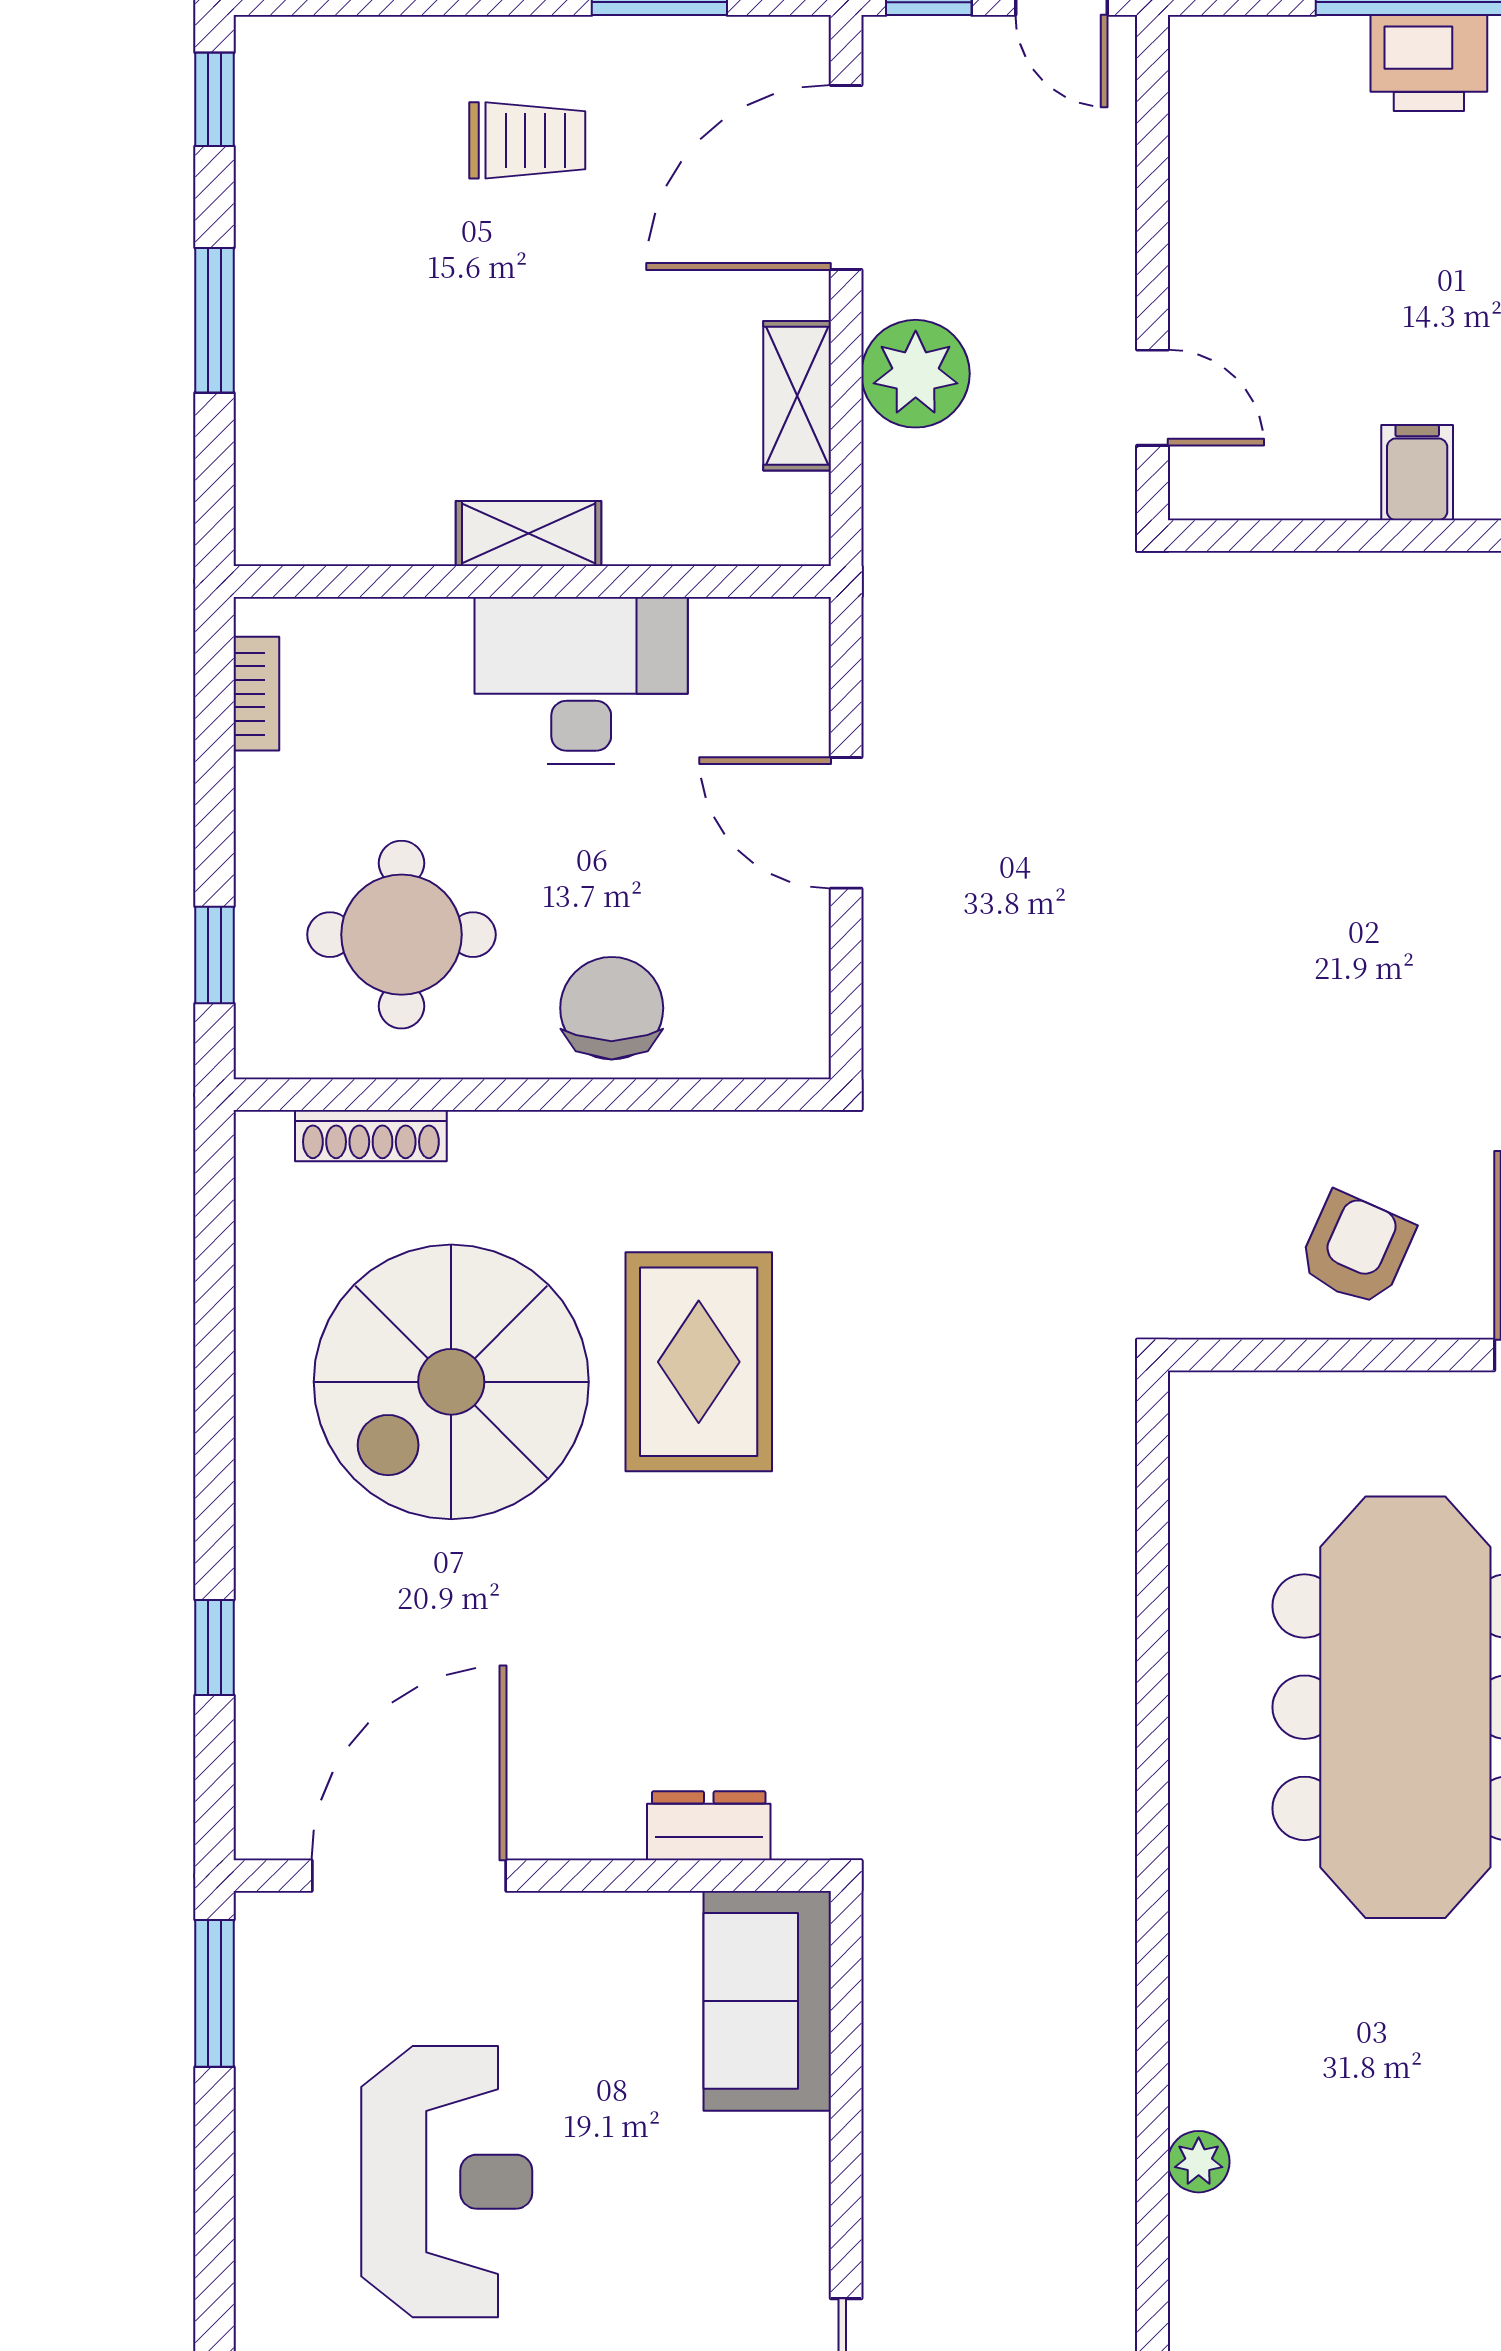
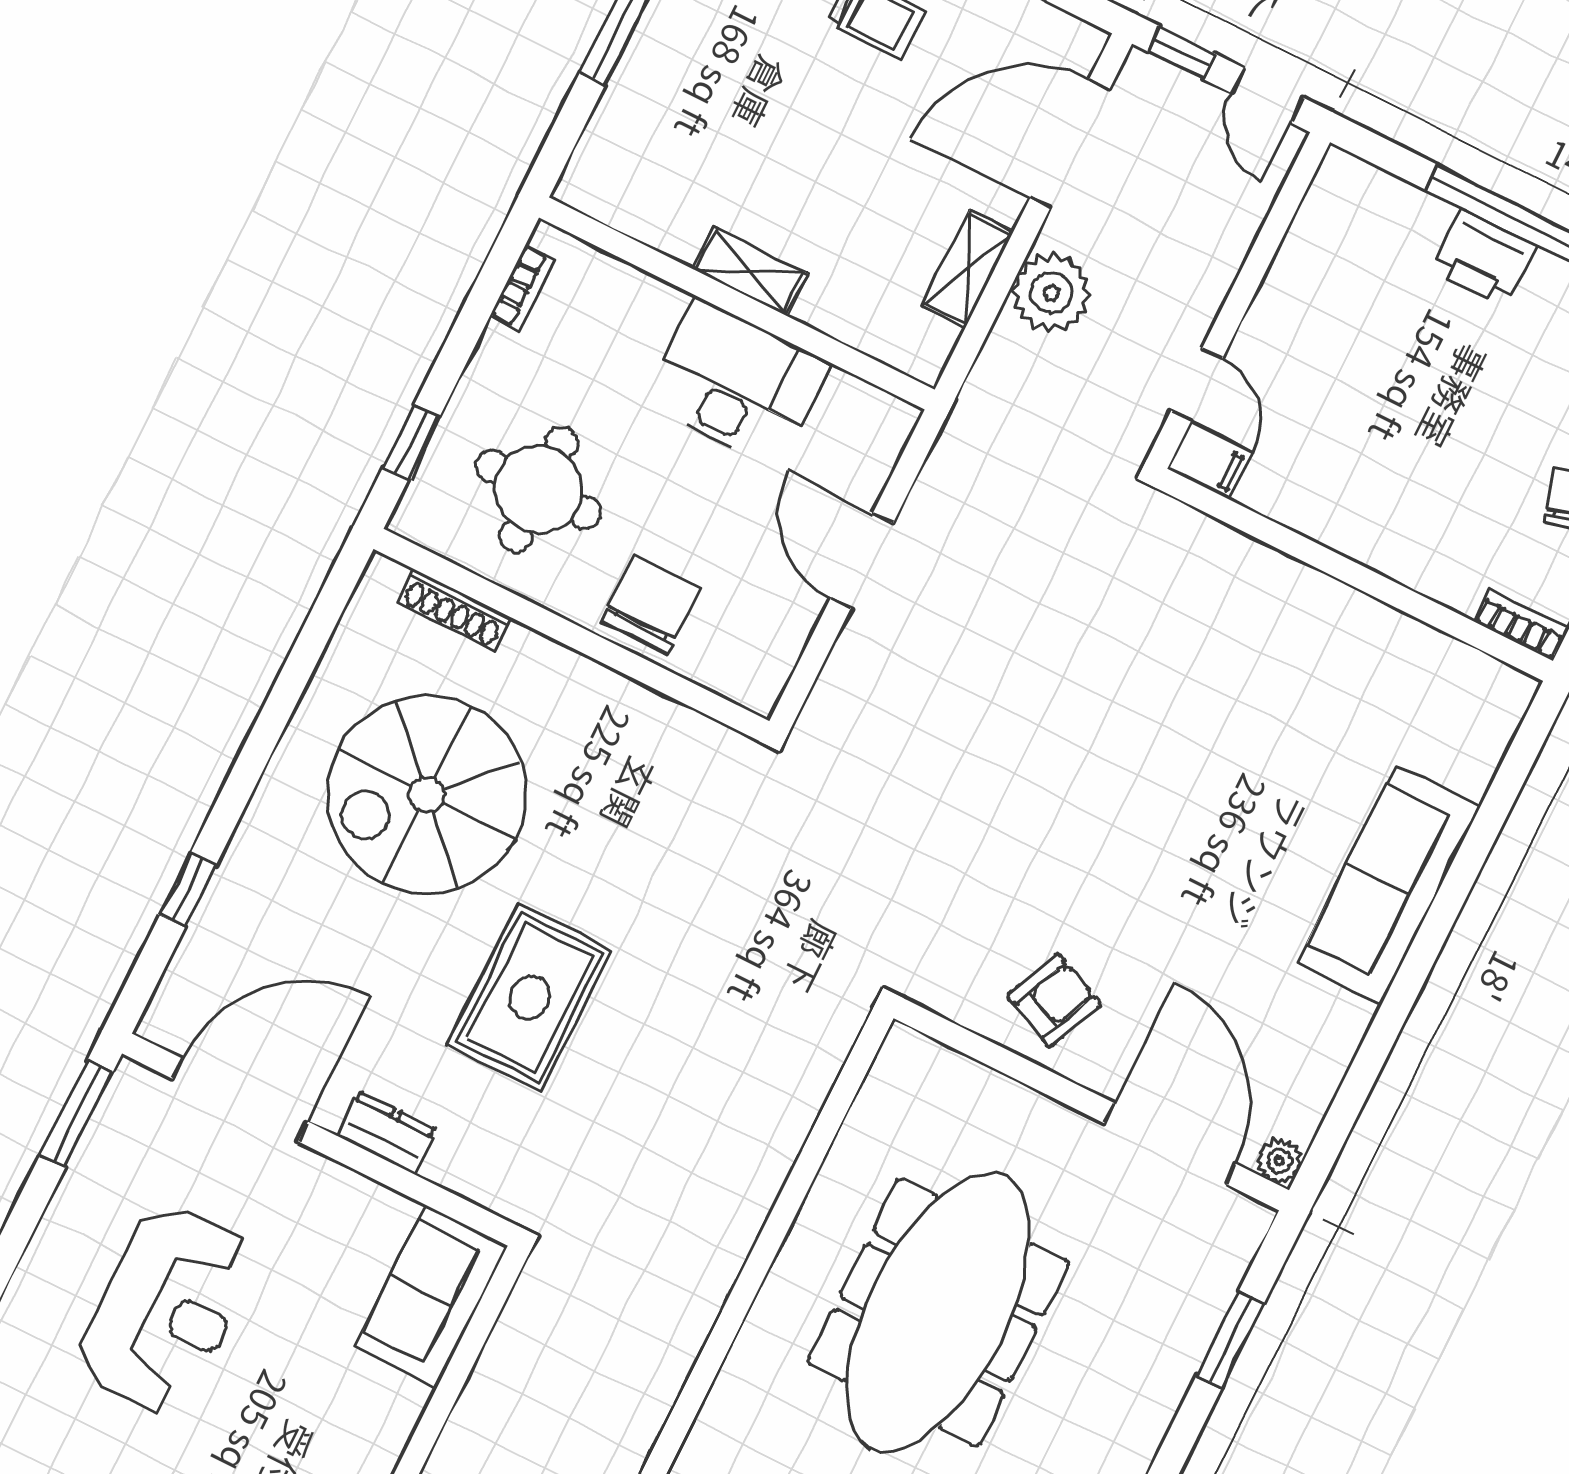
filing cabinet: (1417, 473) -> (1209, 461), moved, turned 90
rug: (699, 1362) -> (530, 998), moved
dresser: (709, 1826) -> (387, 1133), moved

